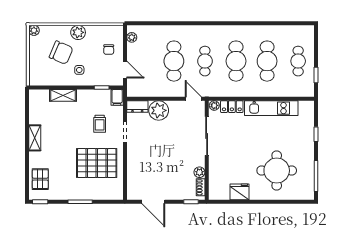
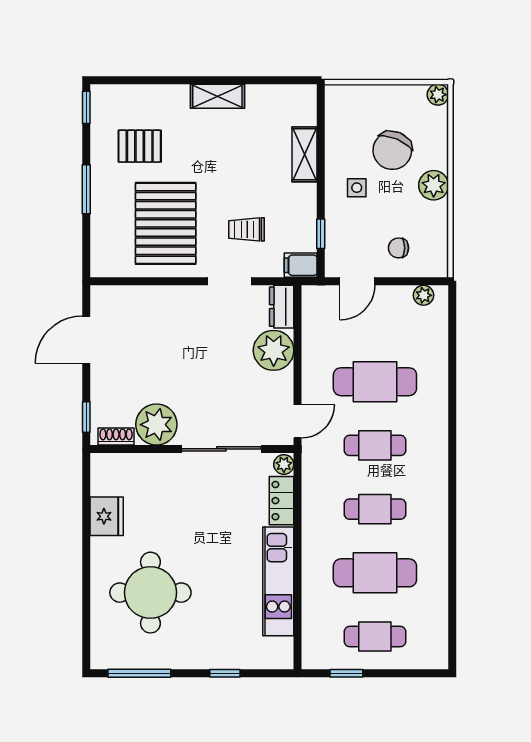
cafe table: (236, 61) -> (375, 509), width x0.73, depth x0.74
plant: (199, 172) -> (156, 425), width x1.88, depth x1.88
pallet: (40, 179) -> (140, 146), moved

